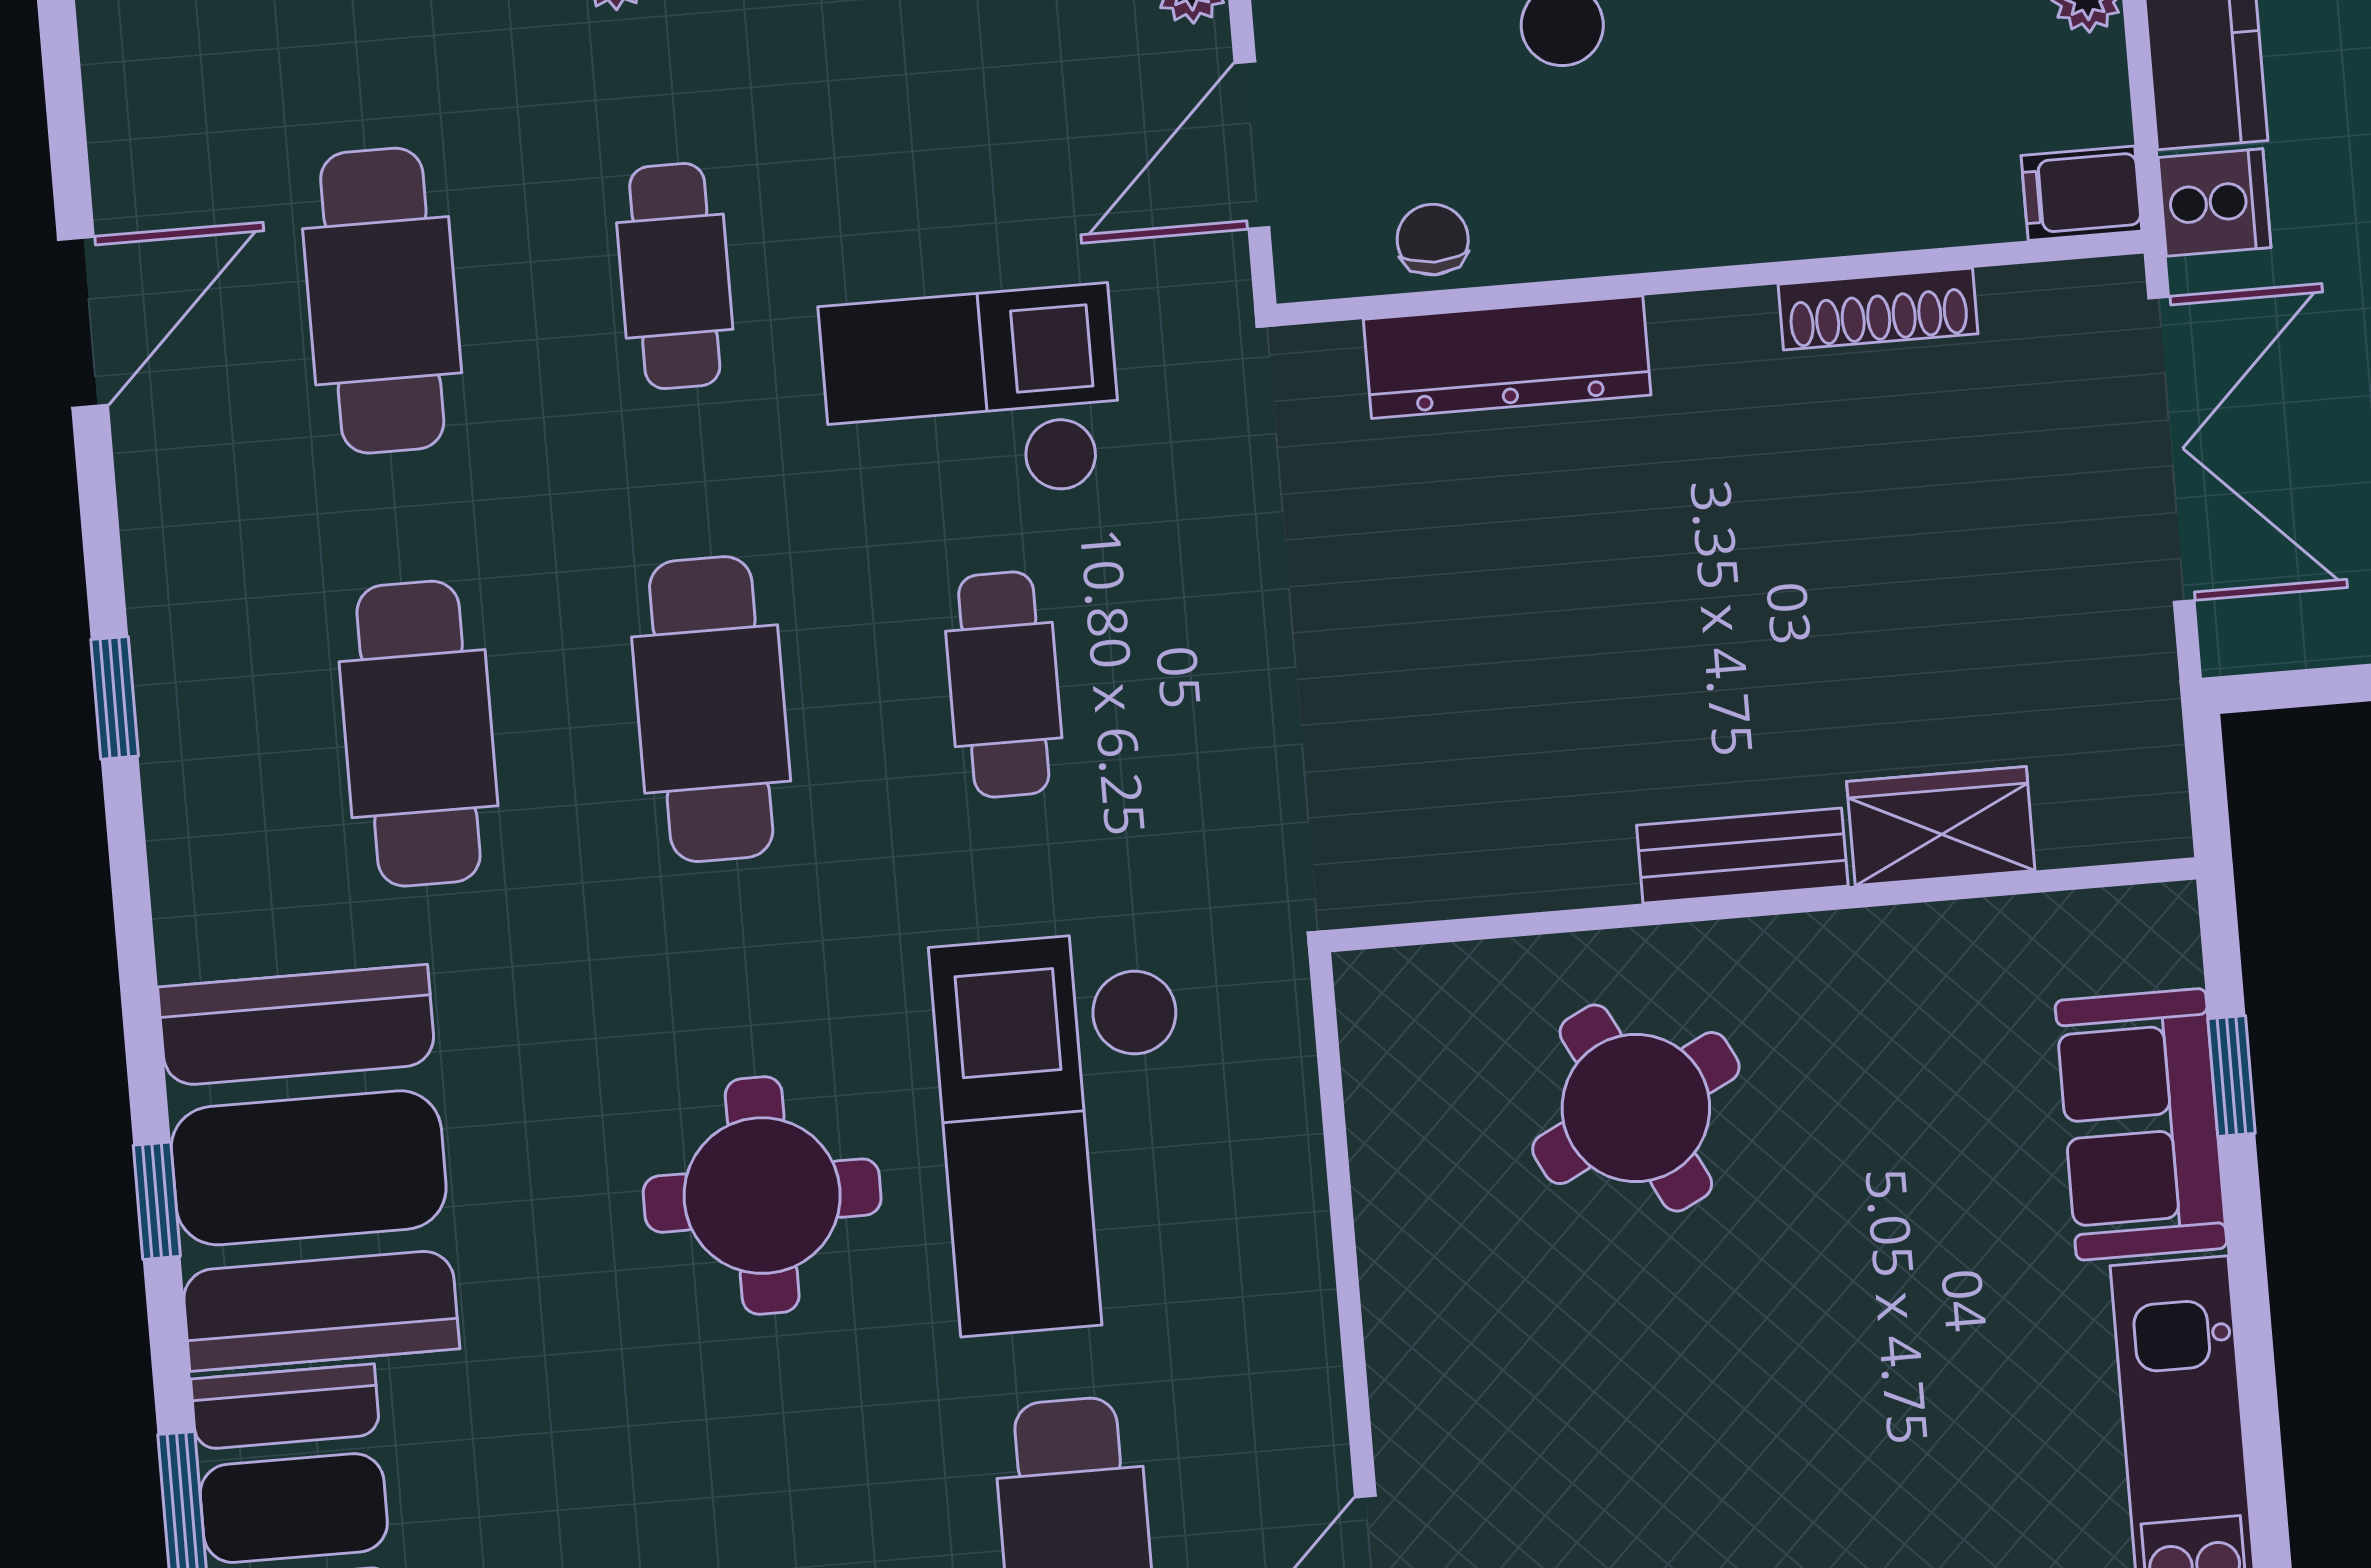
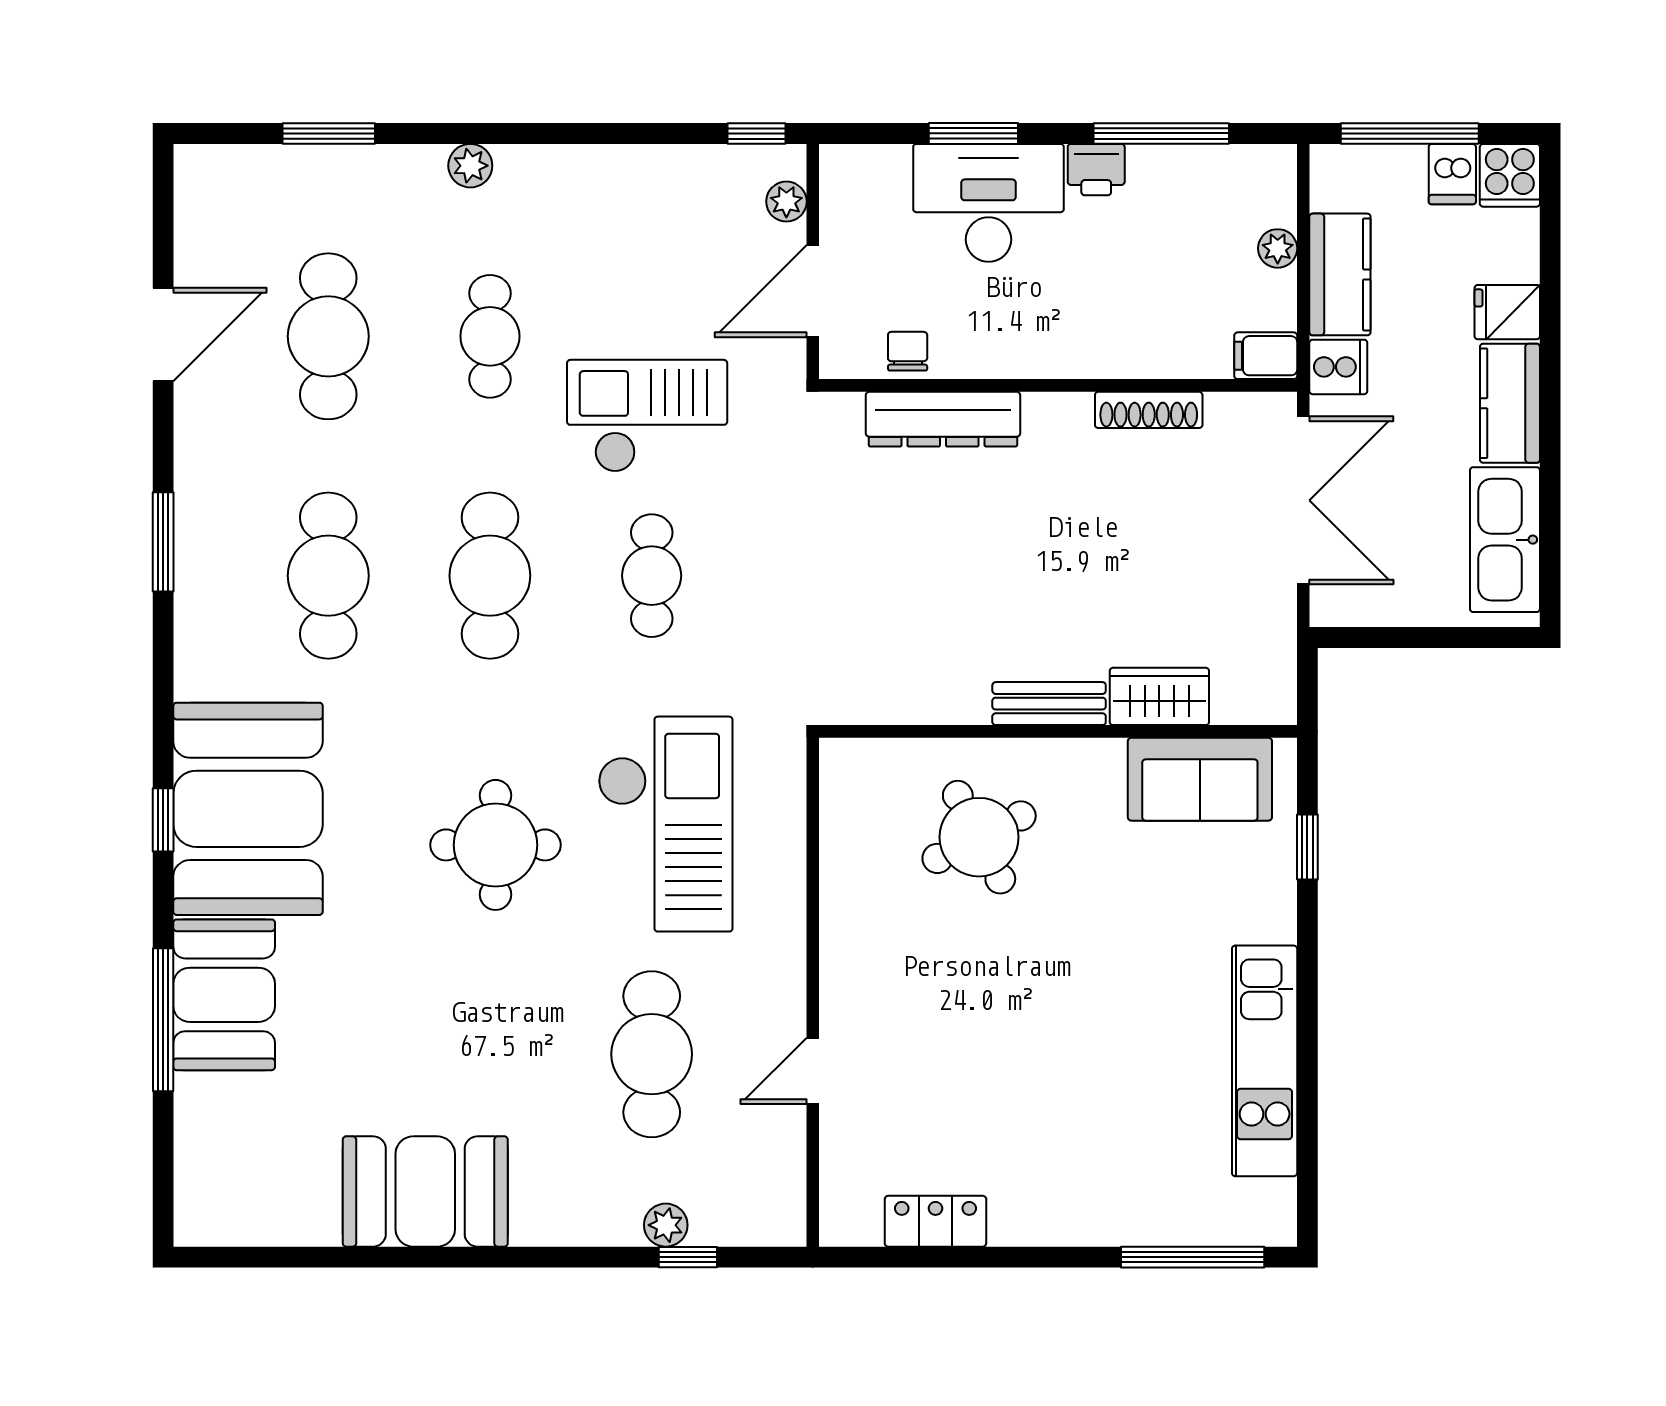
window: (115, 698) -> (163, 542), width x1.50
sofa: (2141, 1124) -> (1200, 779), moved, turned -90
checkout: (1066, 1132) -> (665, 824), turned 180

